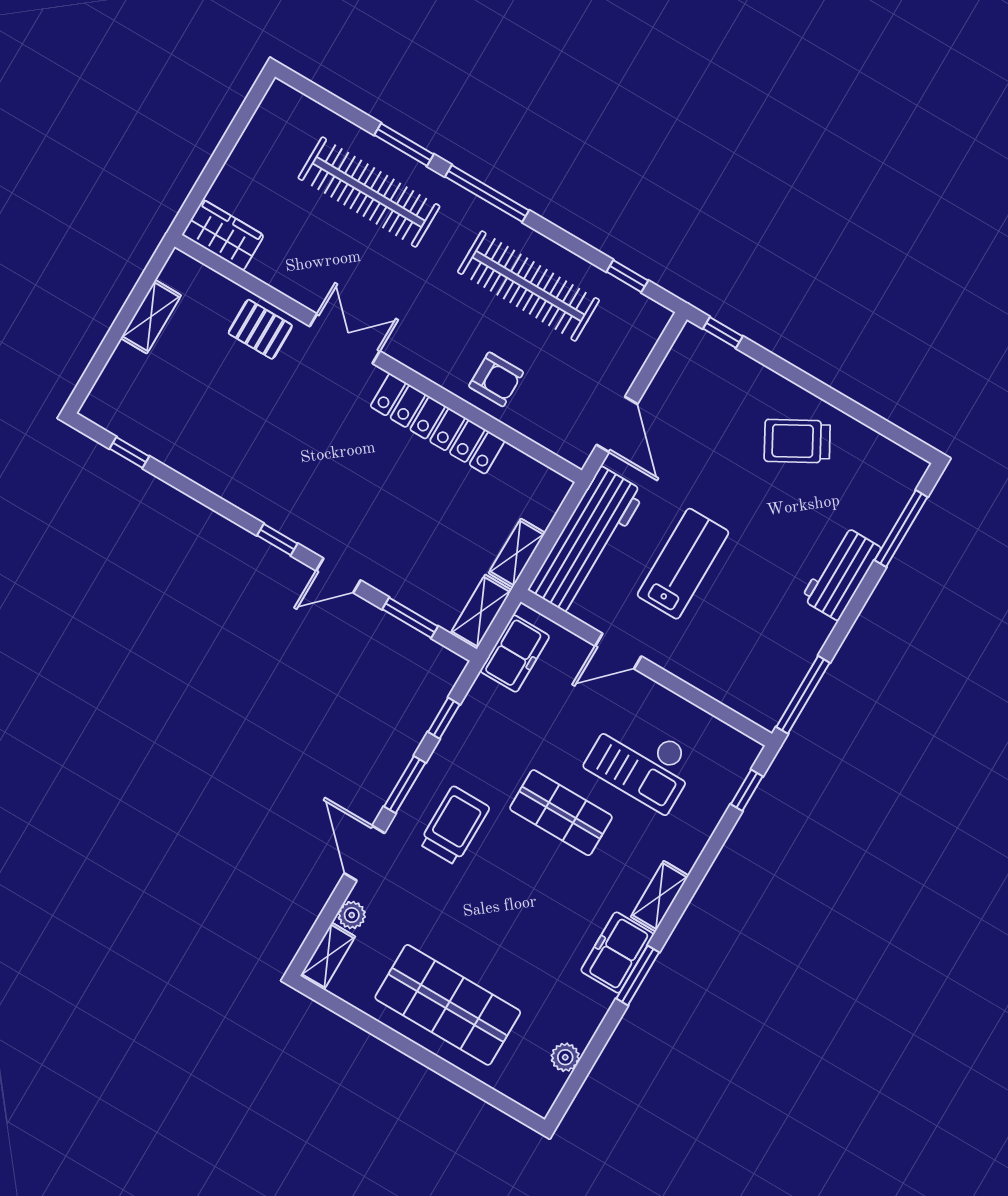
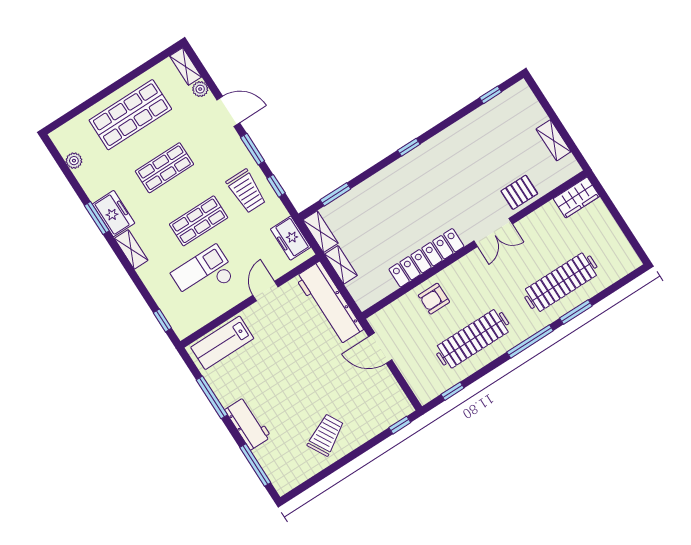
lab bench: (683, 564) -> (222, 343), moved, turned 90
door: (338, 576) -> (375, 169), removed
window: (803, 695) -> (212, 397), moved
trolley: (454, 825) -> (246, 191), moved
shop shelf: (504, 909) -> (164, 168), added

